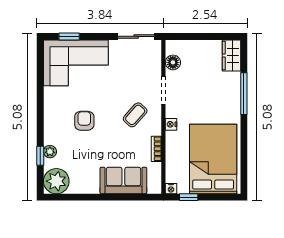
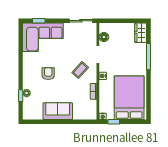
sofa: (123, 180) -> (58, 111), moved
plant: (56, 181) -> (31, 112), removed

